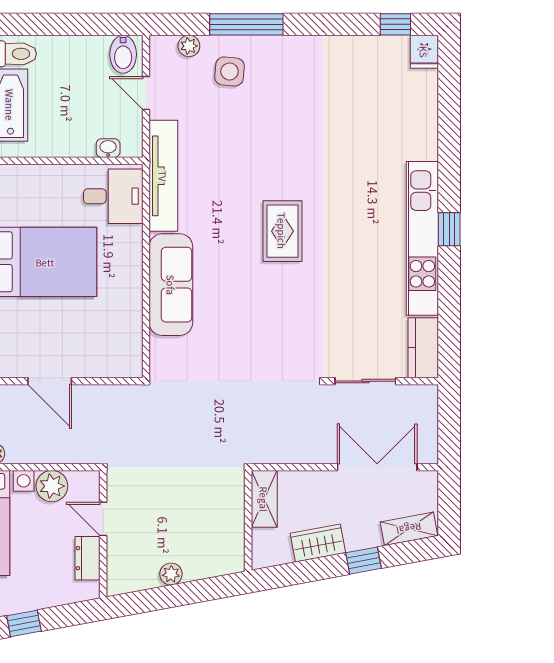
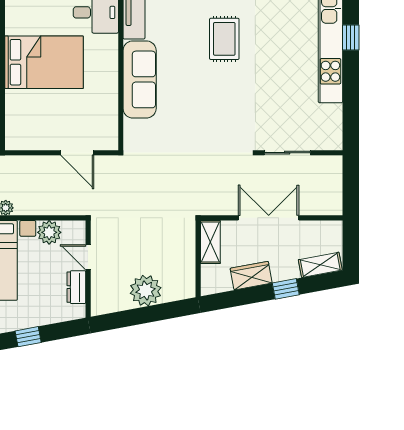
kitchen counter: (423, 348) -> (331, 127), removed
door: (50, 381) -> (77, 153), moved
double door: (377, 467) -> (269, 218), moved
plant: (171, 574) -> (146, 291), width x1.88, depth x1.88

